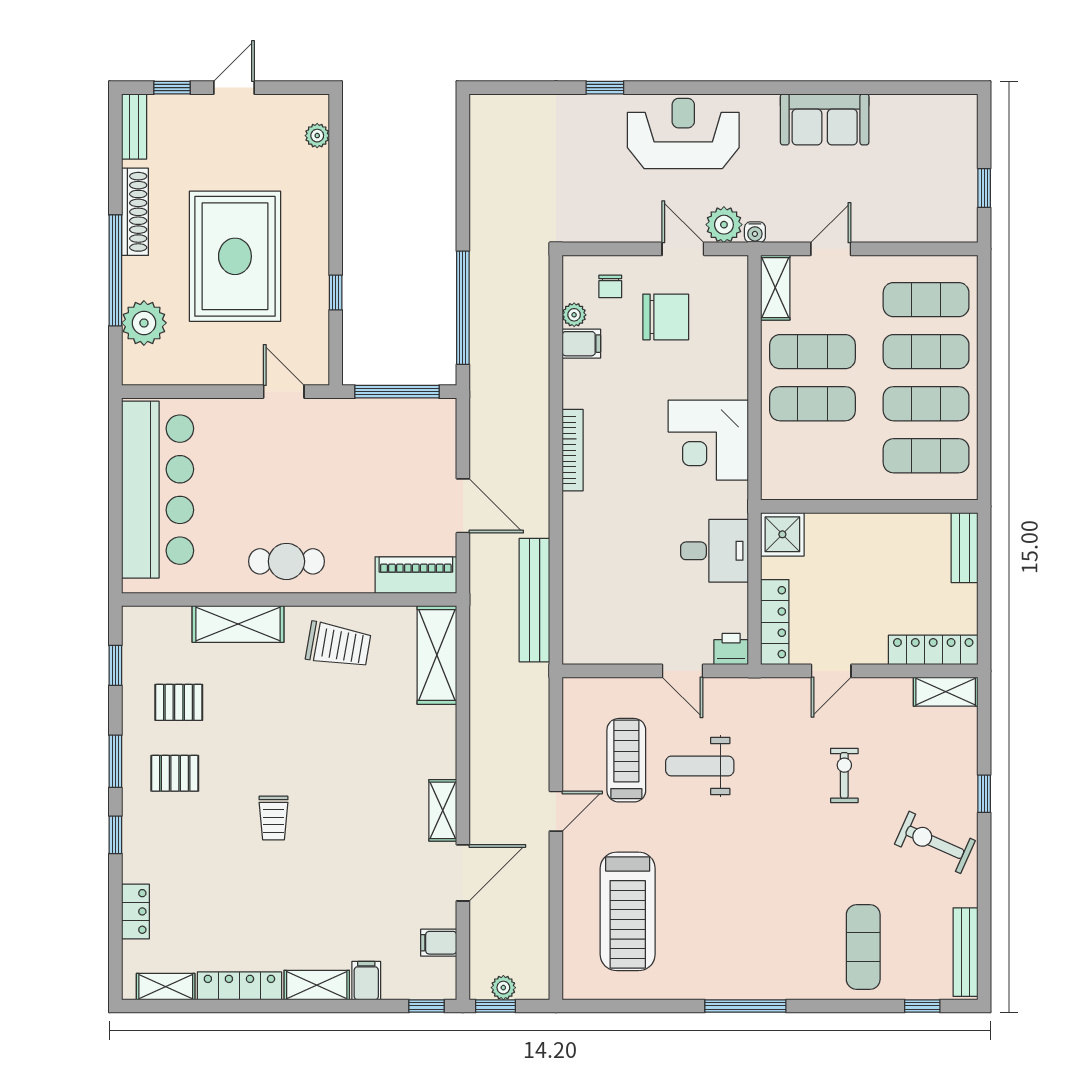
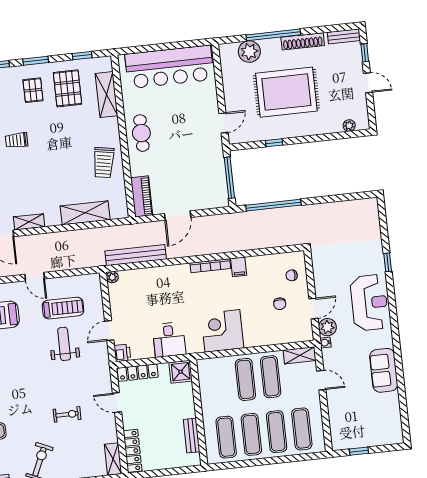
plant: (574, 315) -> (112, 277), moved
chair: (666, 317) -> (280, 304), width x0.54, depth x0.54
filing cabinet: (581, 344) -> (239, 267), moved
bench: (965, 548) -> (192, 436), moved, turned 90
shelving: (238, 624) -> (107, 95), moved
shelving: (437, 655) -> (85, 213), moved
pallet: (179, 702) -> (67, 88), width x1.50, depth x1.42

